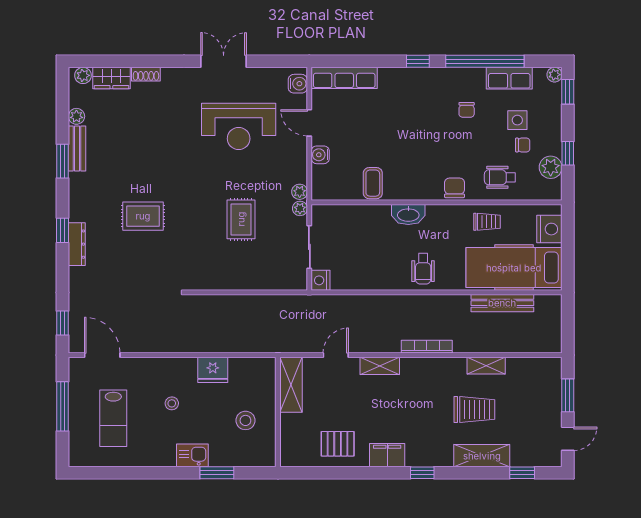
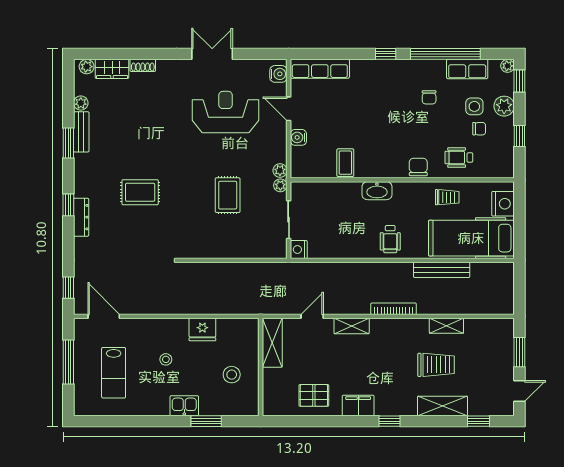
reception desk: (239, 126) -> (226, 112), turned 180
plant: (551, 167) -> (504, 106), moved
bench: (502, 303) -> (442, 270), moved

